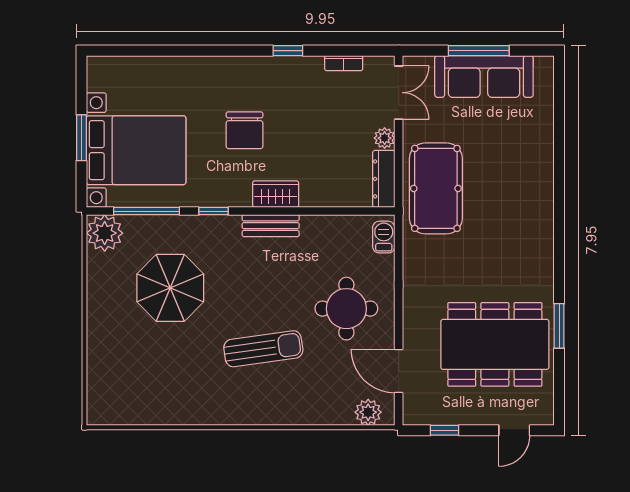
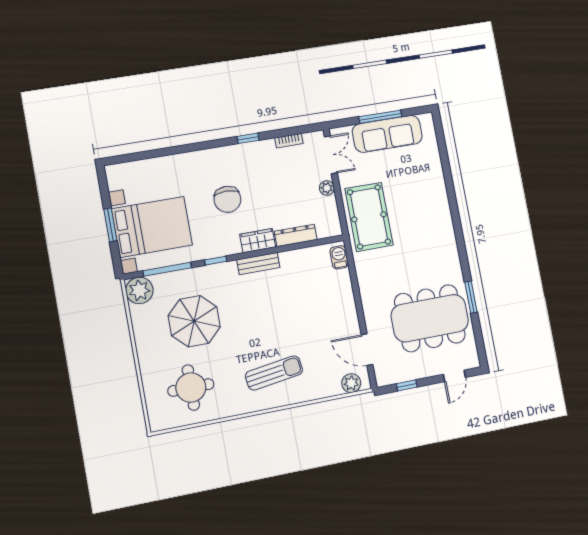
dresser: (384, 179) -> (296, 236), moved, turned 90
round table: (346, 309) -> (191, 388), moved
sun lounger: (263, 349) -> (274, 373), moved

